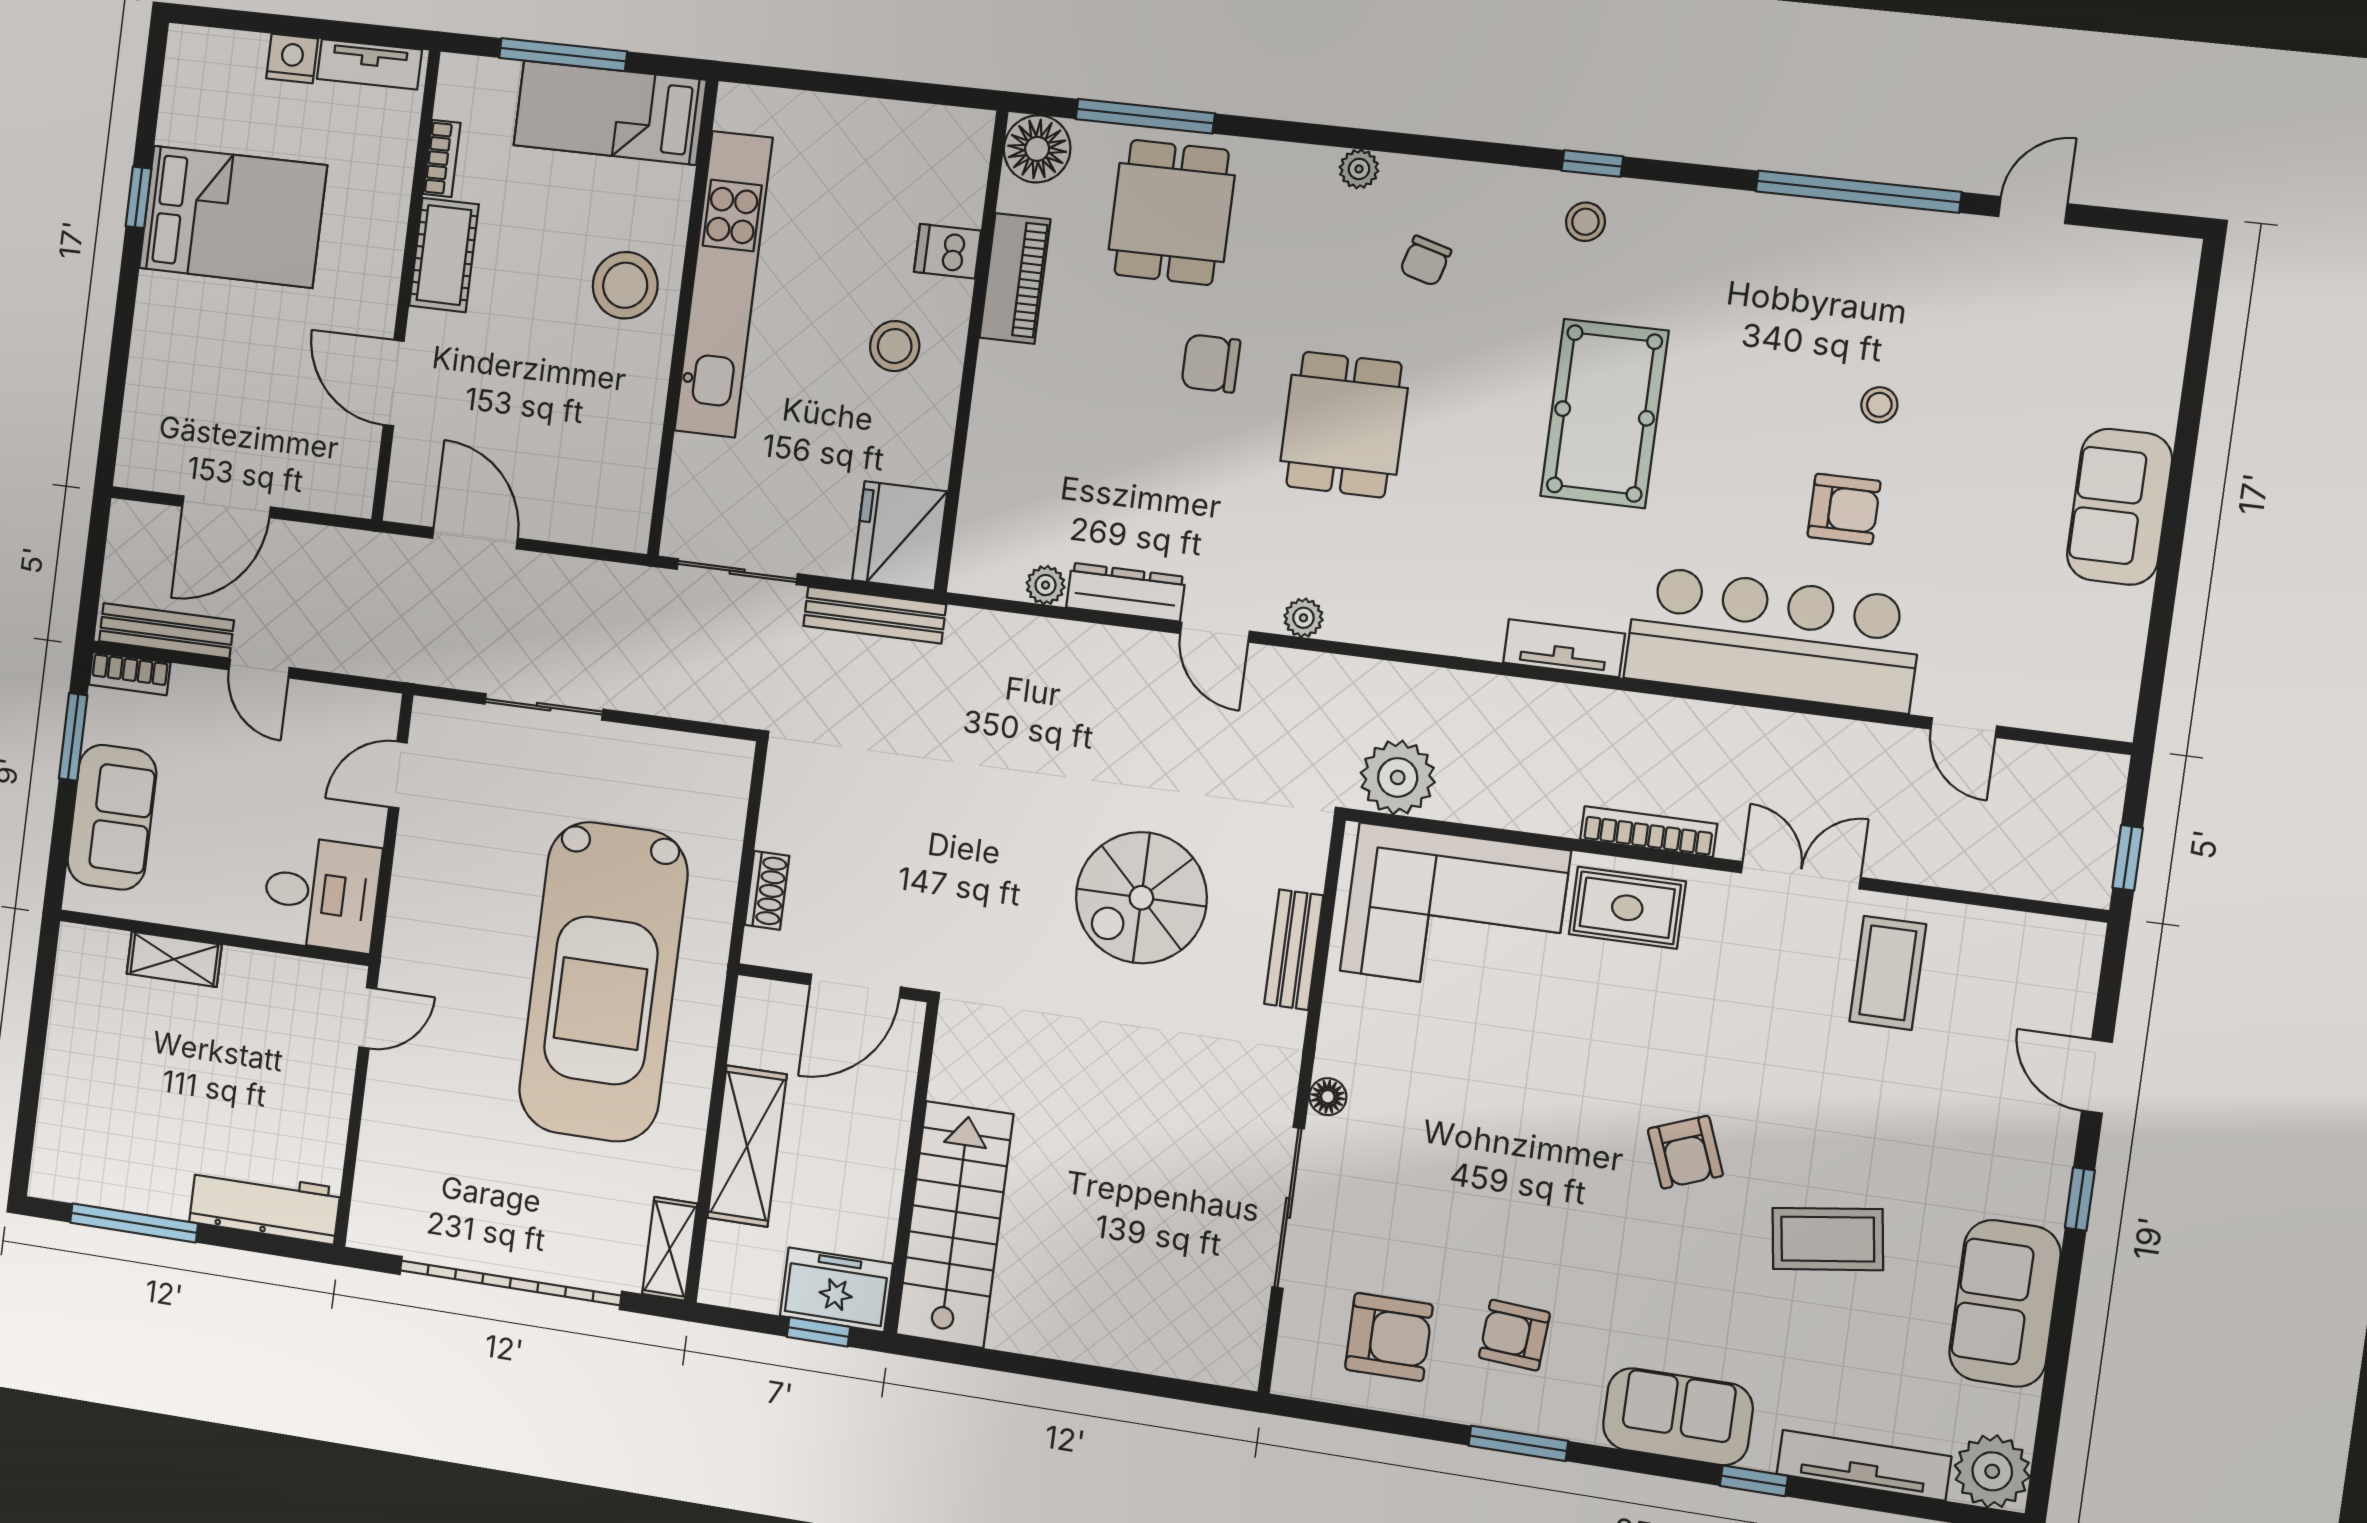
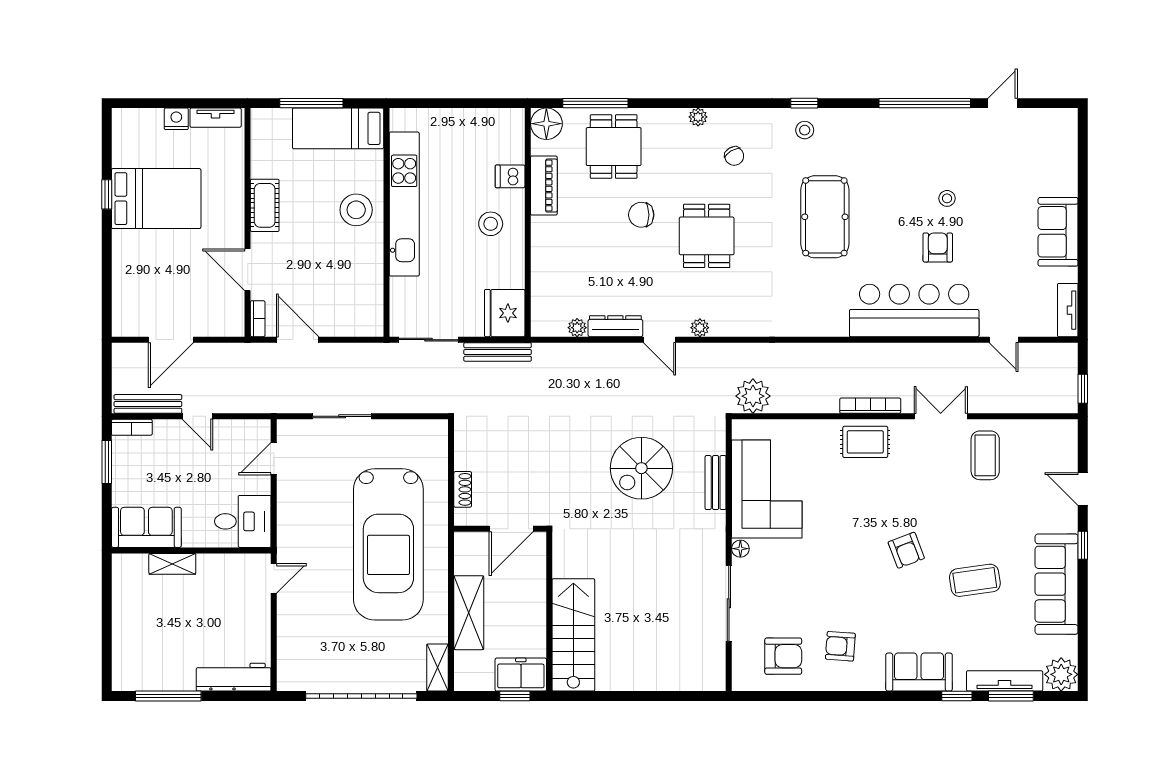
bookcase: (442, 158) -> (258, 319), moved
chair: (1425, 261) -> (734, 156), turned -47
armchair: (1844, 509) -> (938, 247), turned -90
tv unit: (1564, 648) -> (1068, 310), moved, turned -90
sofa: (112, 817) -> (146, 527), moved, turned -90
corner sofa: (1455, 911) -> (767, 489), moved, turned -90
sofa: (2005, 1303) -> (1057, 584), width x1.36
window: (1518, 1443) -> (1011, 696), moved

